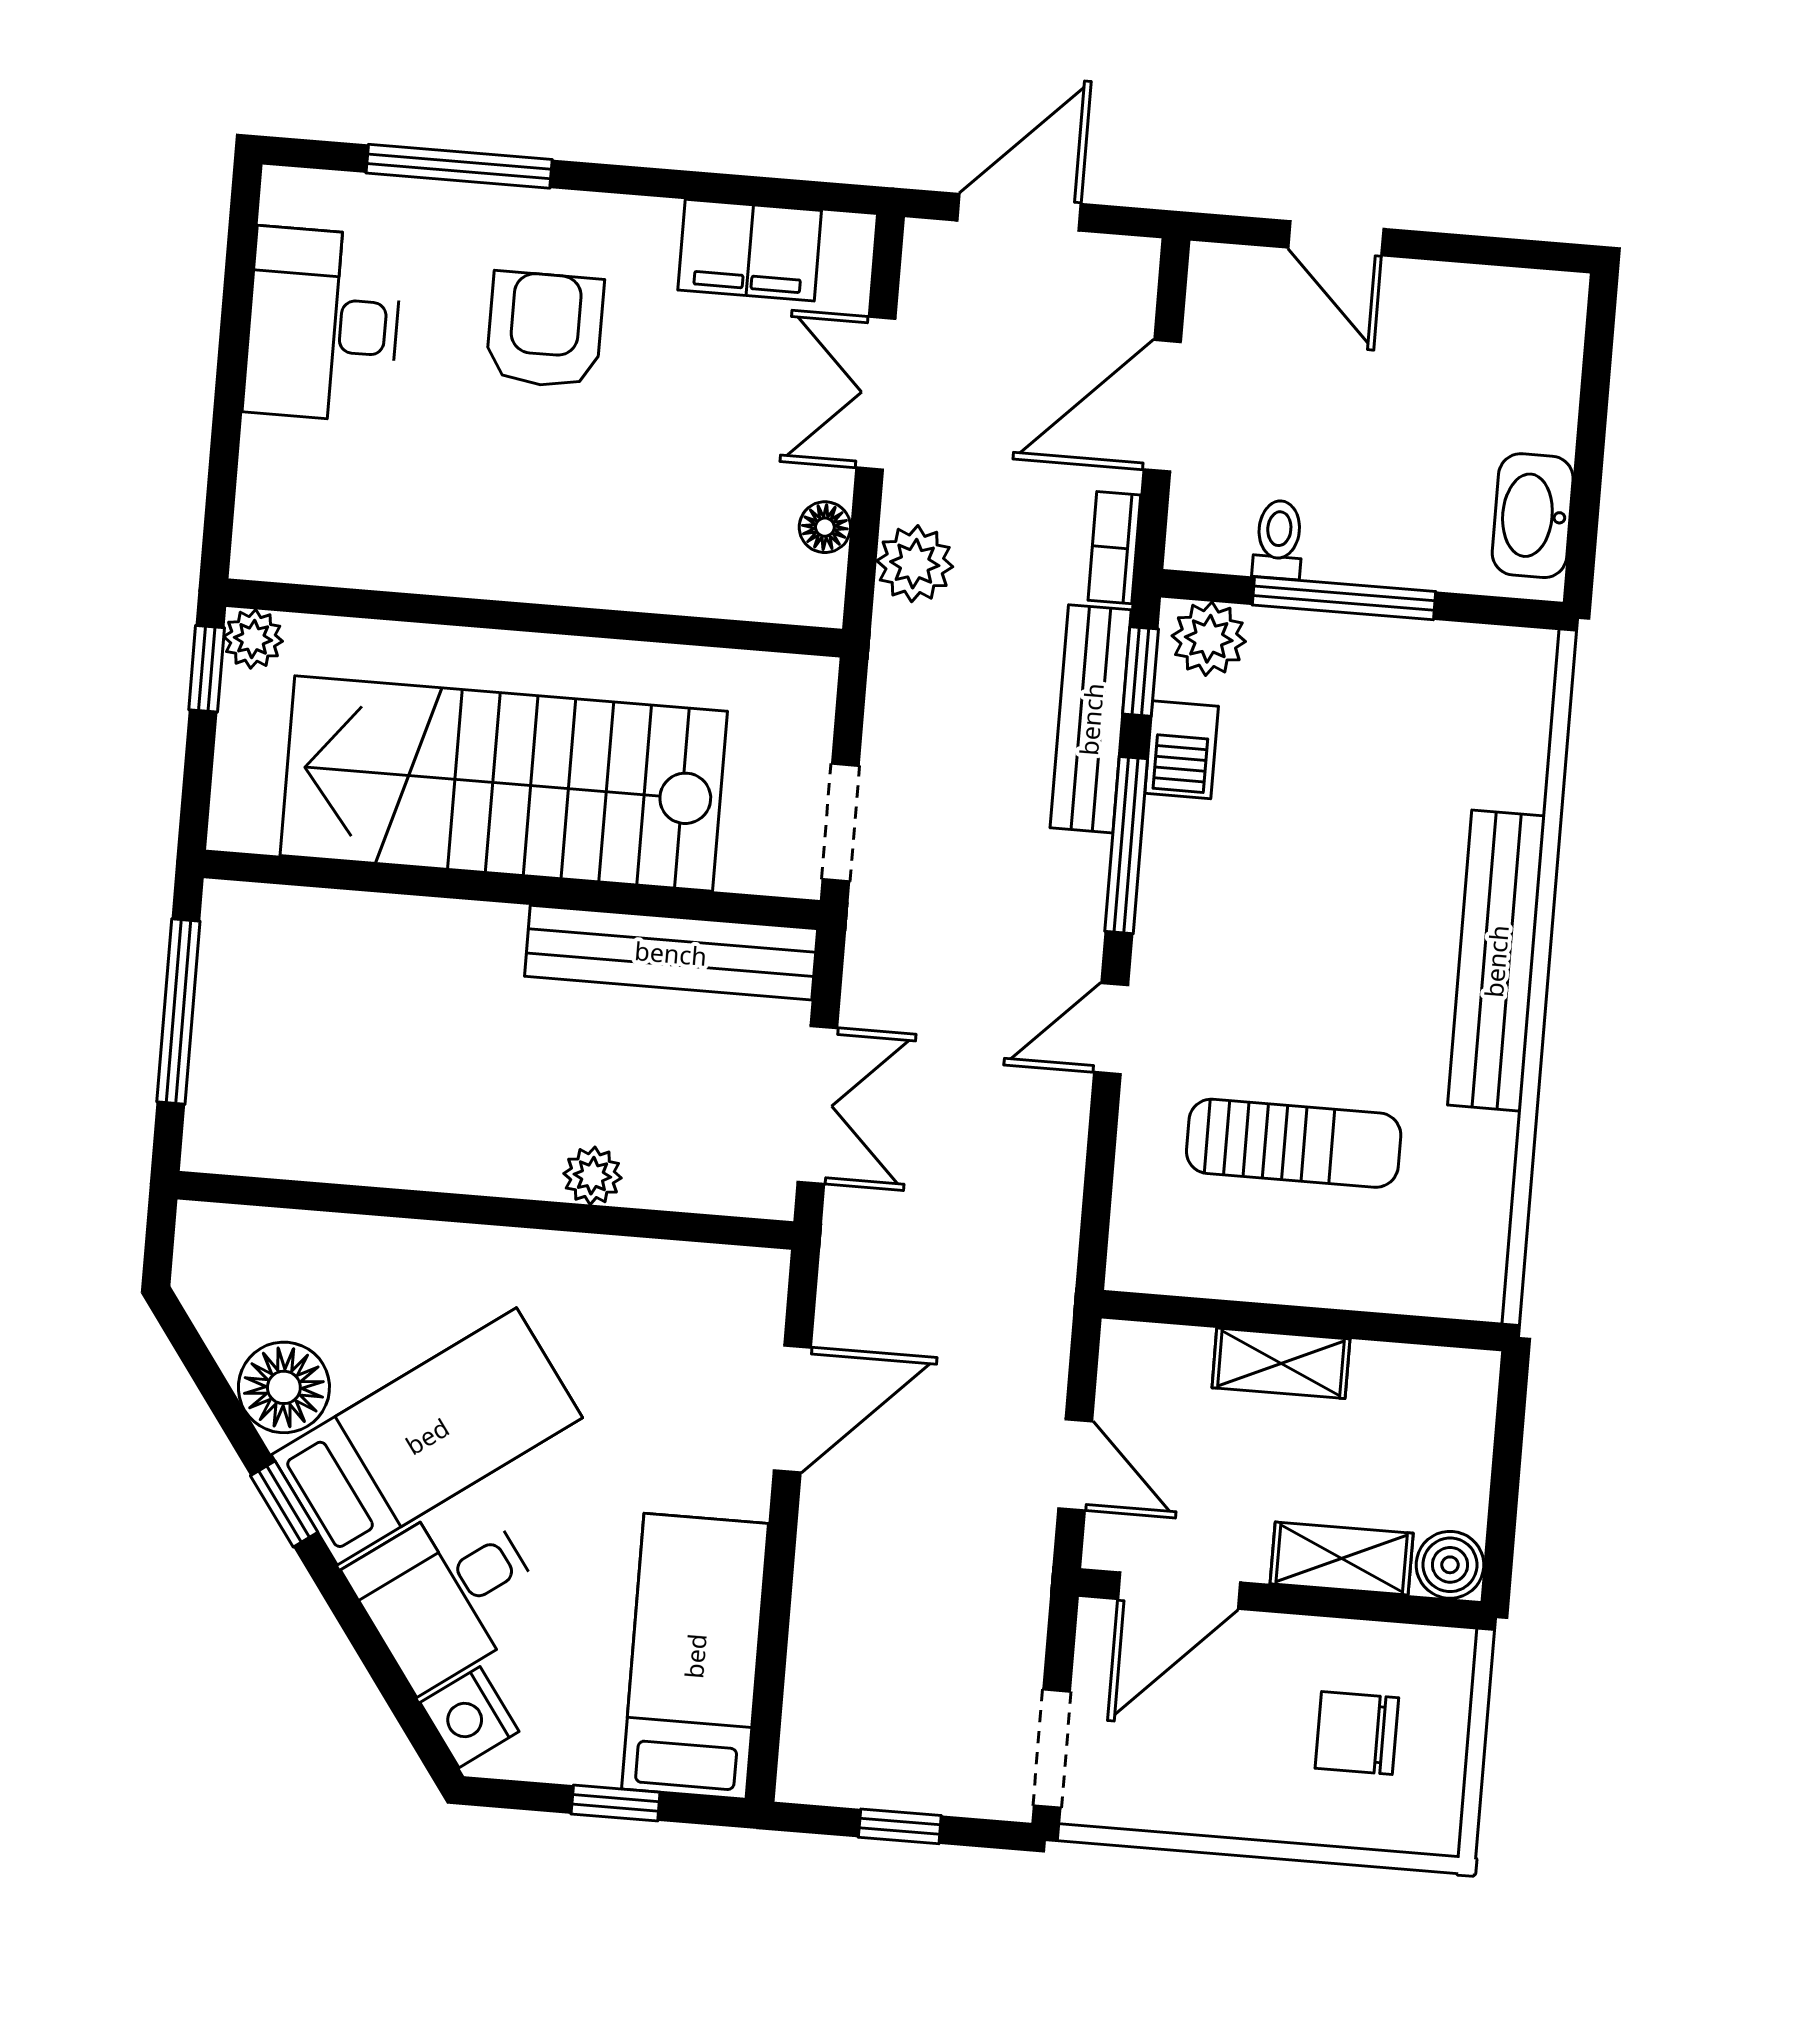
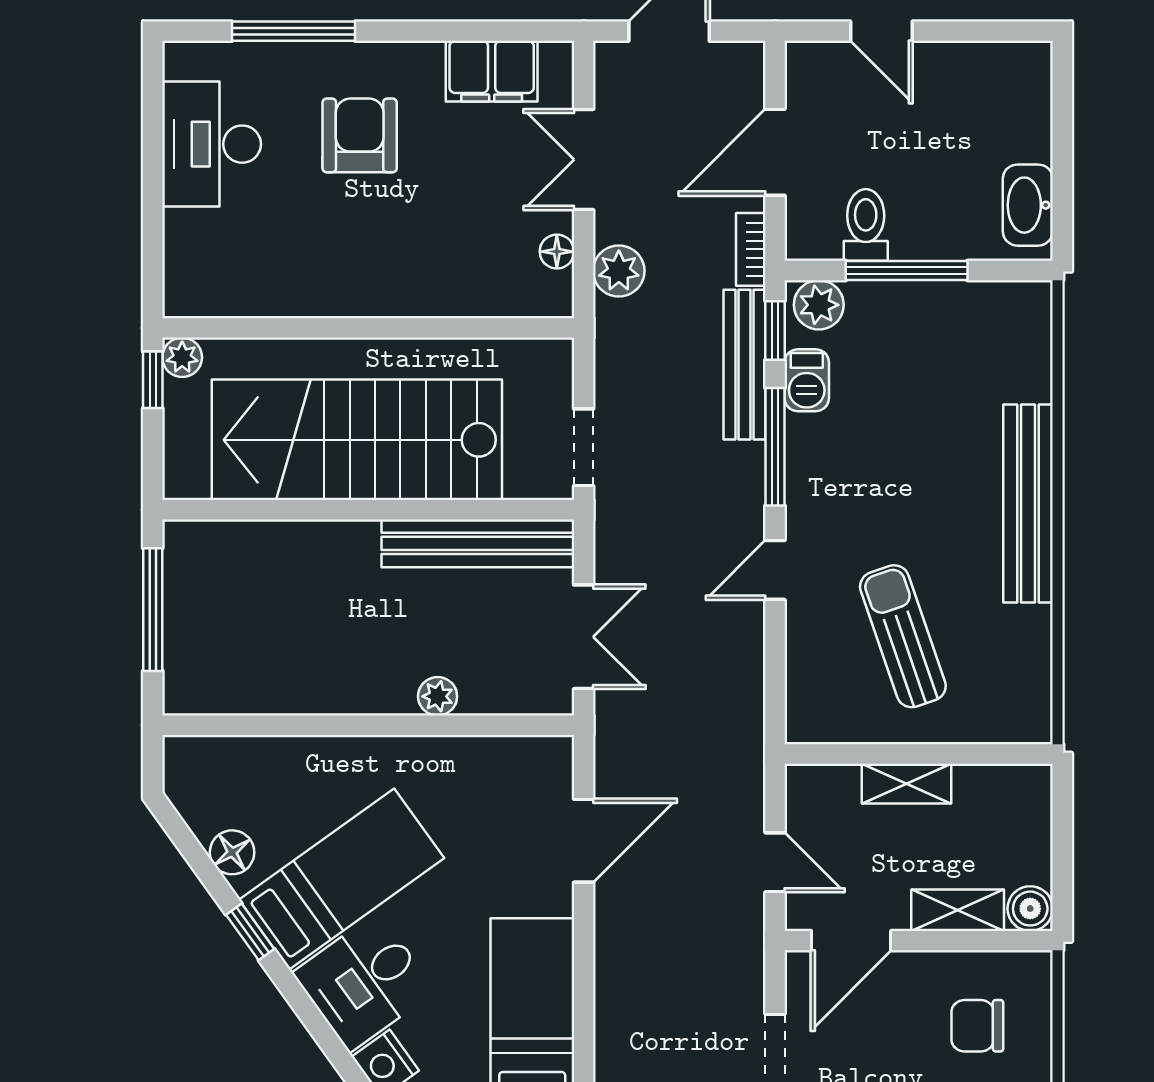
toilet: (1278, 540) -> (866, 225), width x1.37, depth x1.39
sun lounger: (1294, 1143) -> (903, 636), turned -109
floor lamp: (284, 1387) -> (232, 852), width x0.73, depth x0.73

